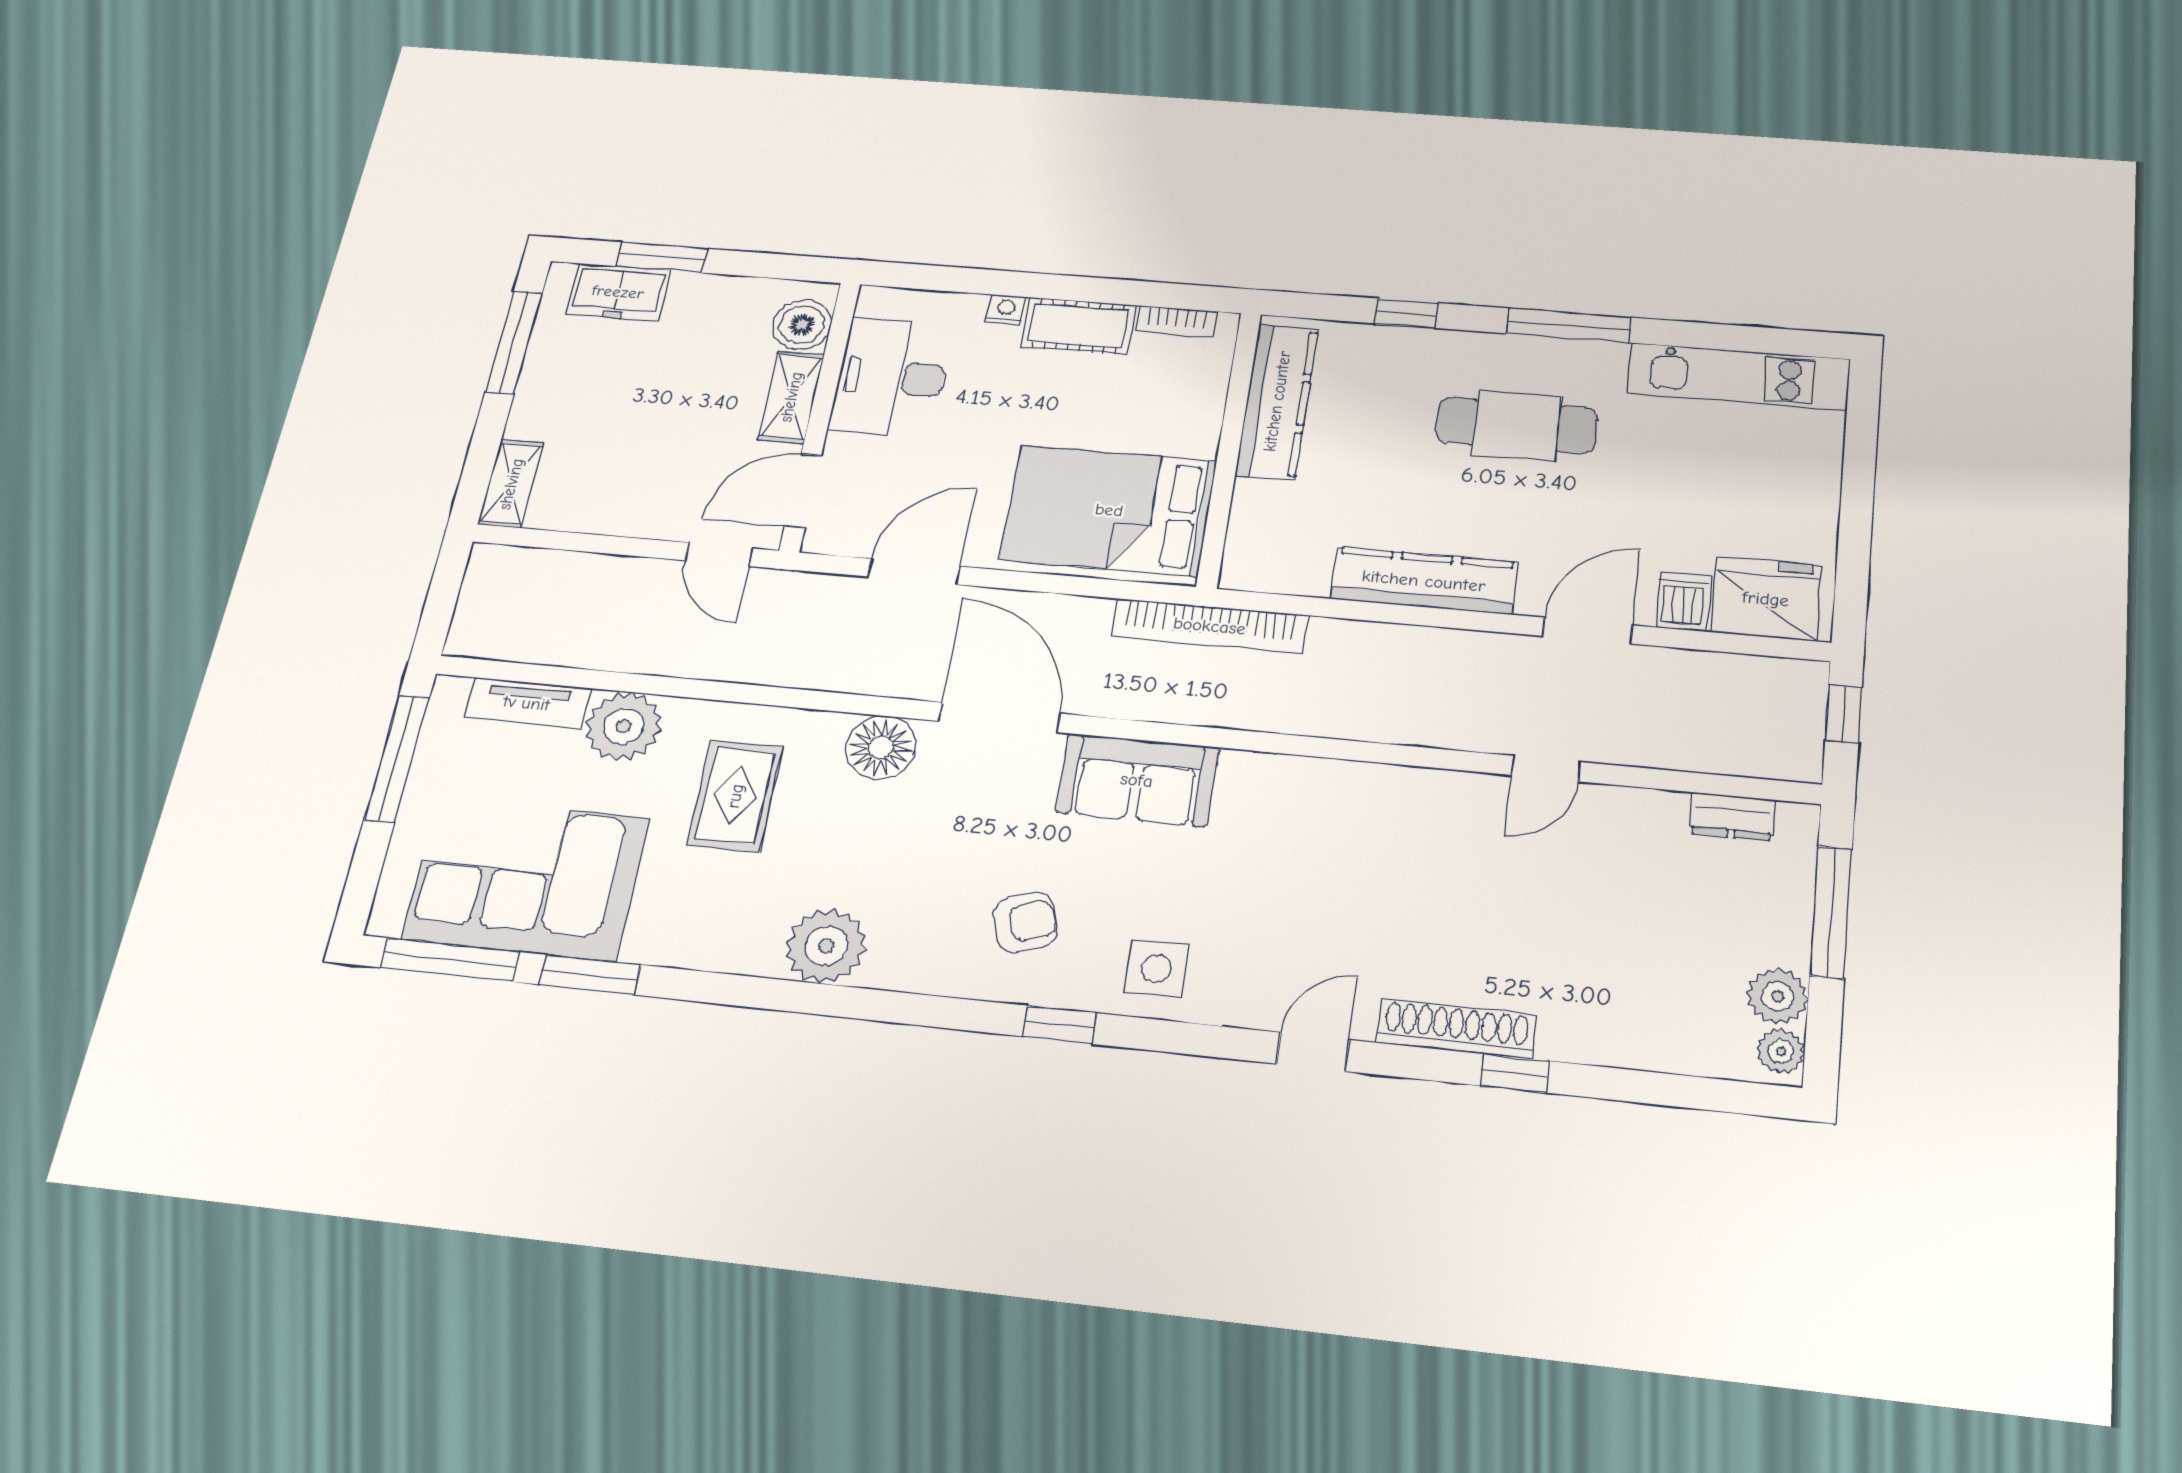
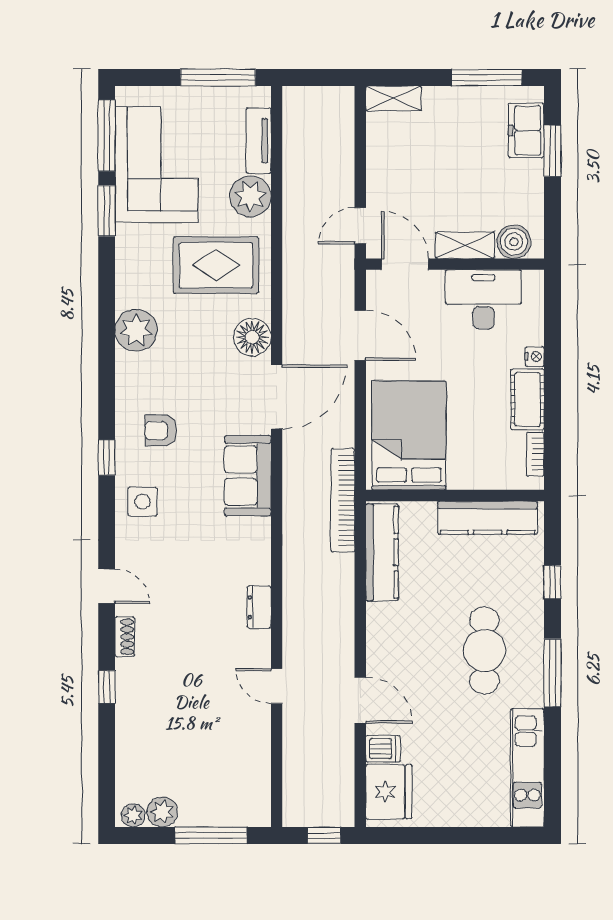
kitchen counter: (1424, 581) -> (382, 552), moved
rug: (735, 796) -> (216, 265), width x1.36, depth x1.43
dresser: (1732, 817) -> (259, 607), moved
armchair: (1025, 922) -> (161, 431), turned 110
shoe rack: (1456, 1029) -> (125, 637), width x0.51, depth x0.81

